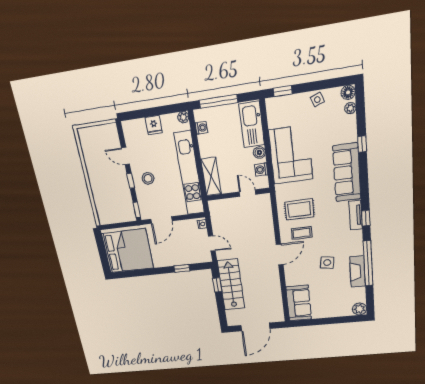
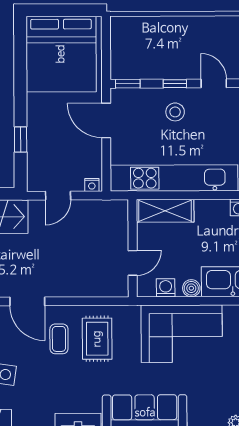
door: (125, 156) -> (214, 83), hinge flipped

